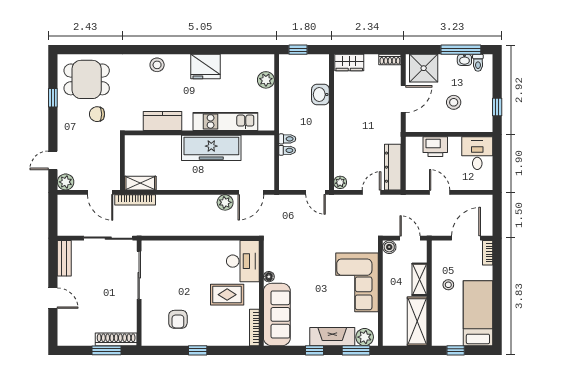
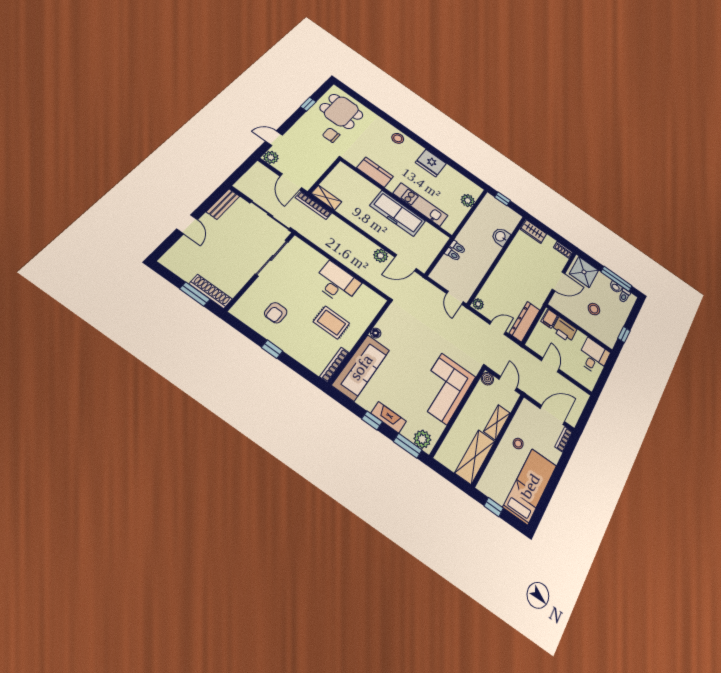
filing cabinet: (415, 146) -> (550, 319), added
desk: (243, 261) -> (337, 283), moved, turned -90
fireplace: (332, 337) -> (389, 417), width x0.73, depth x0.76

